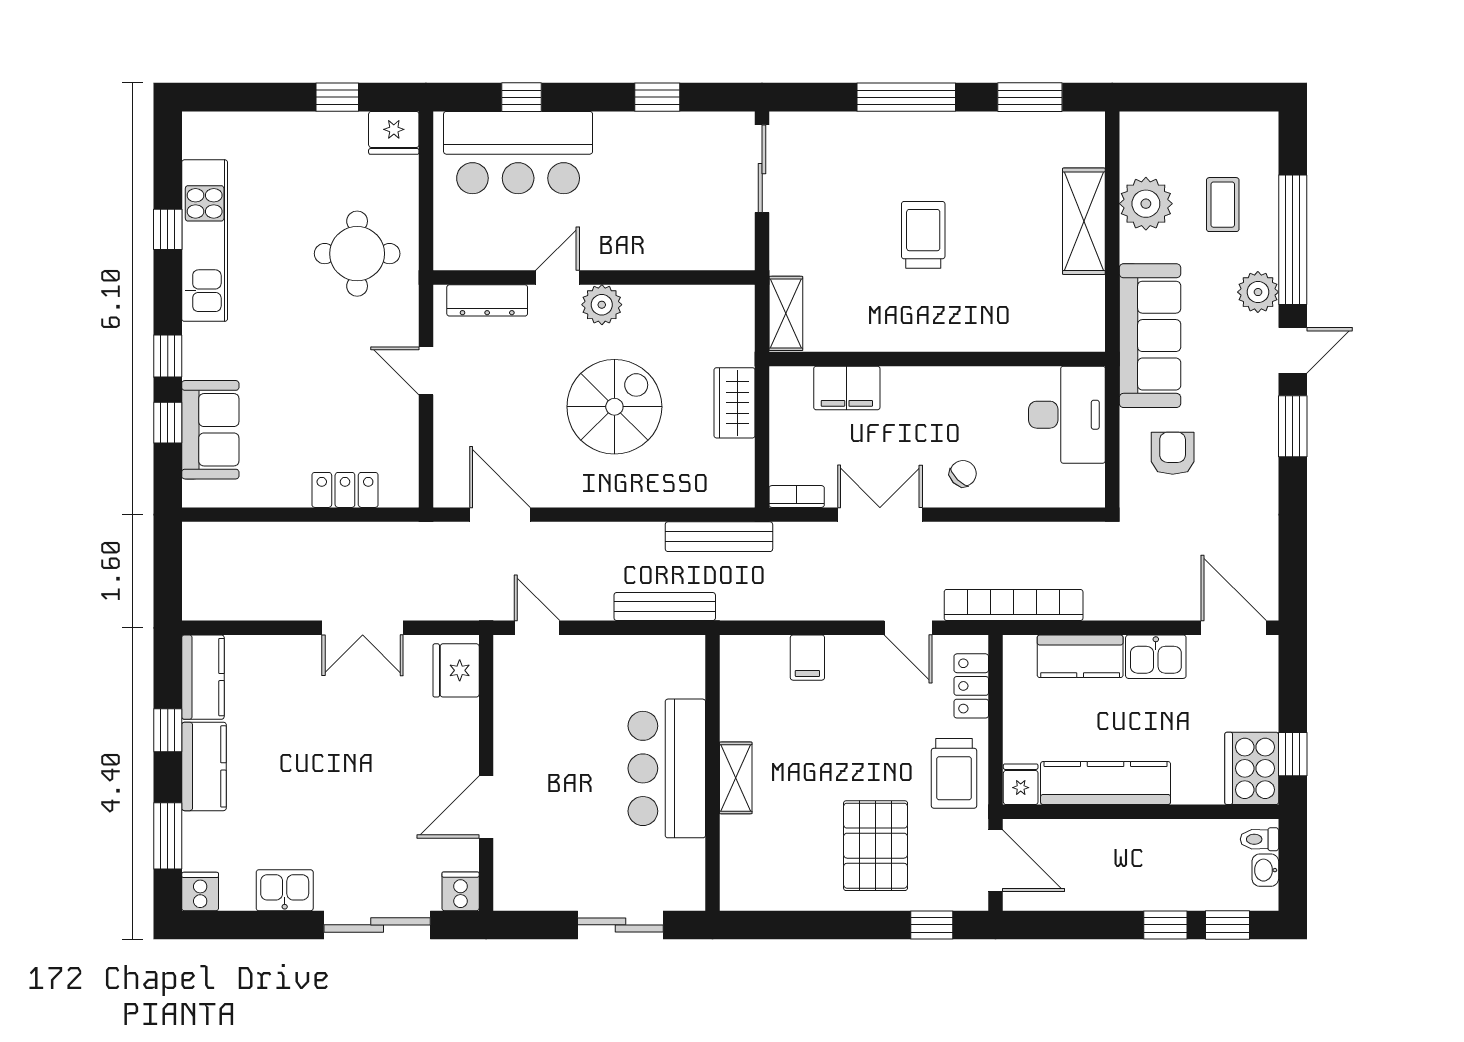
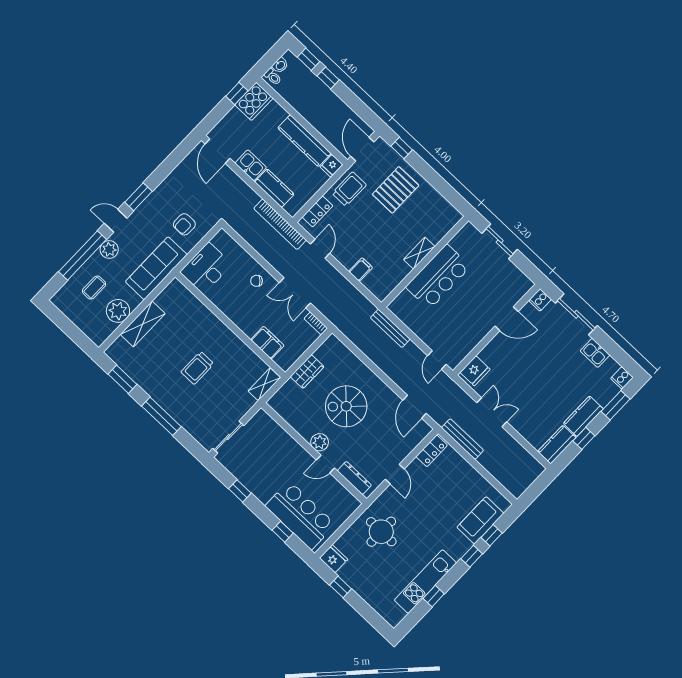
locker: (345, 490) -> (432, 451), moved, turned -90
bench: (719, 537) -> (462, 439), moved

